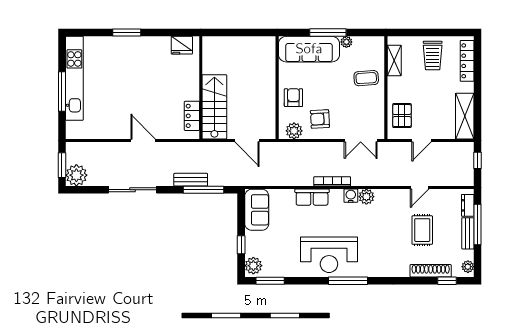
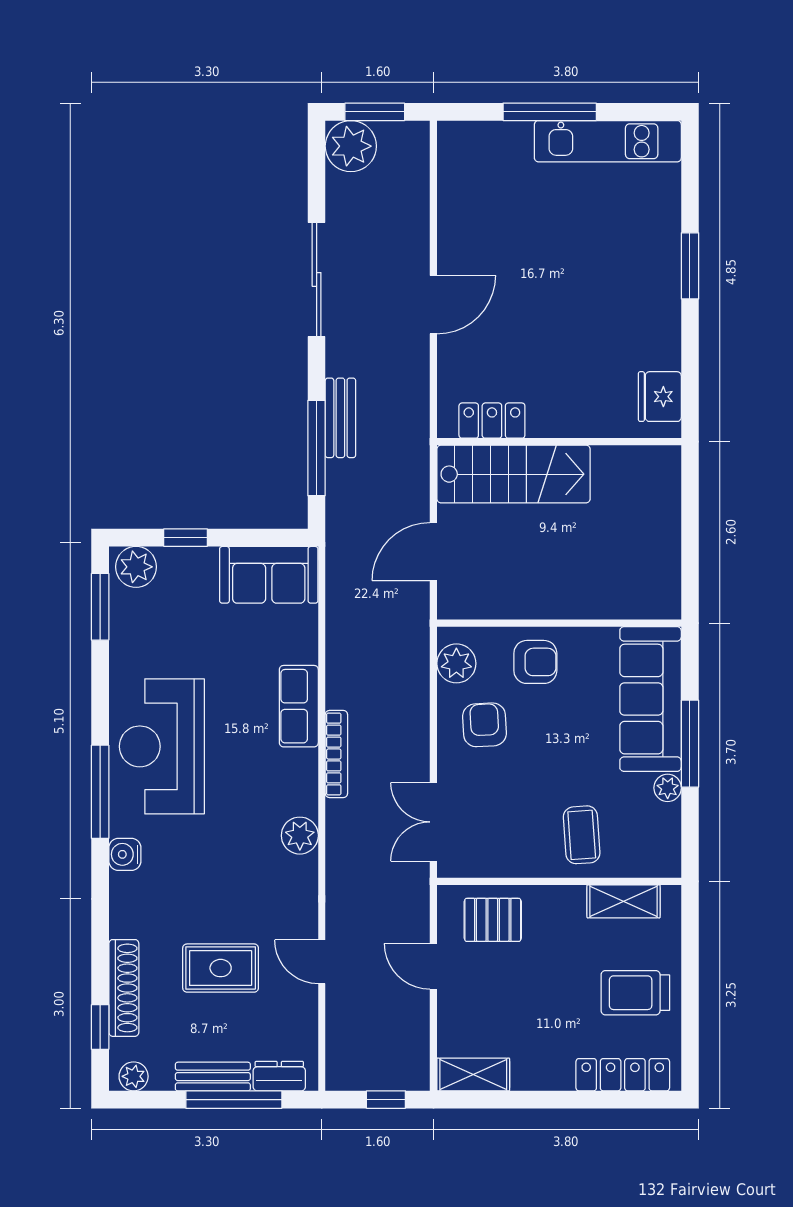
kitchen unit: (74, 78) -> (608, 141), width x0.73
shelving: (465, 116) -> (473, 1075), width x0.67, depth x0.75
water cooler: (351, 196) -> (125, 854), moved, turned 180

